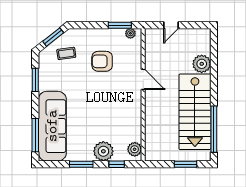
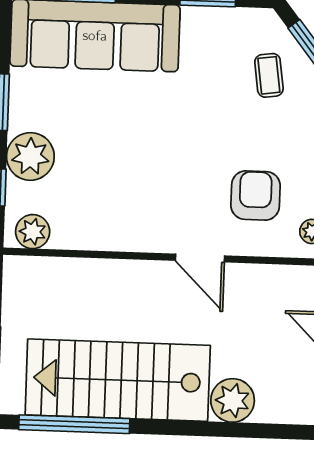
armchair: (102, 61) -> (256, 195), moved
door: (143, 79) -> (200, 258), hinge flipped

